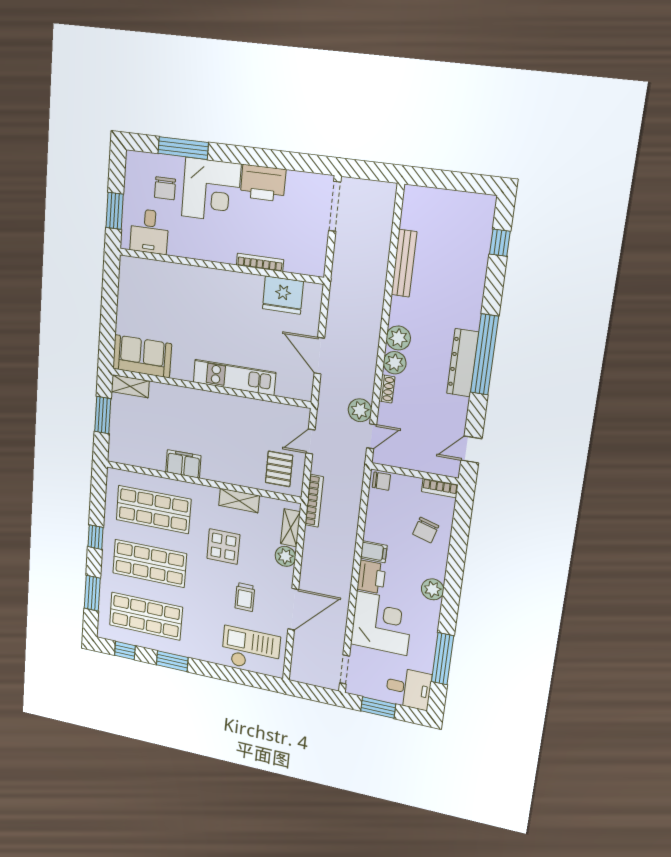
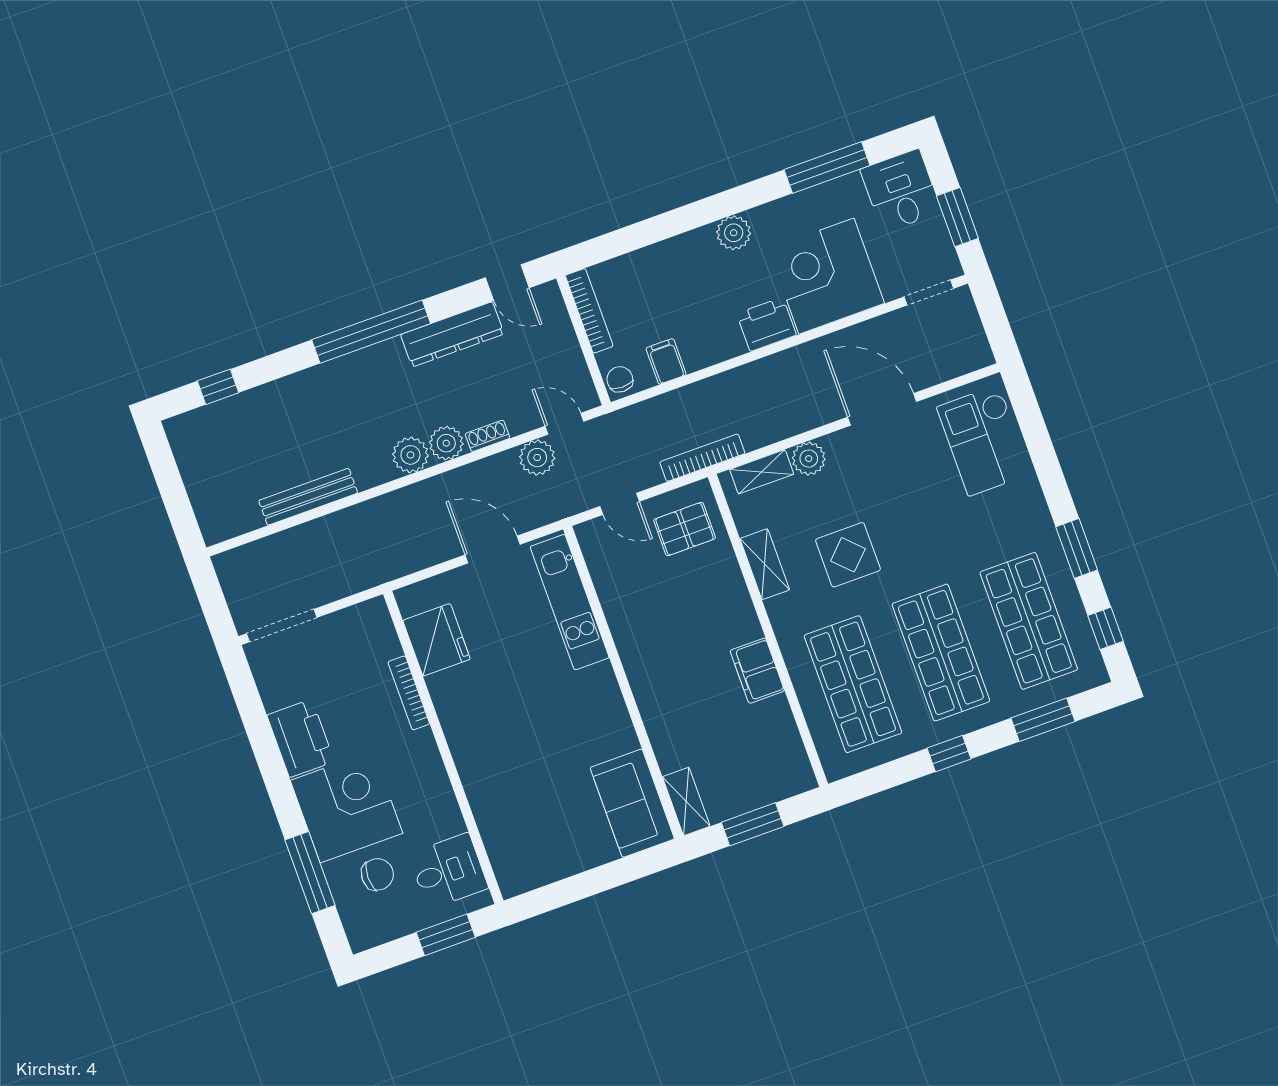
door: (319, 356) -> (493, 550), swing flipped
dresser: (463, 363) -> (452, 334), moved
kitchen unit: (234, 377) -> (570, 602), moved
bookcase: (440, 488) -> (589, 311), width x1.56
chair: (426, 530) -> (654, 285), removed
filing cabinet: (374, 552) -> (666, 361), moved
trolley: (245, 597) -> (907, 488), removed

